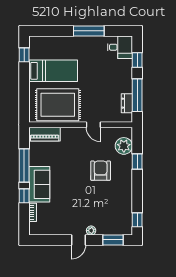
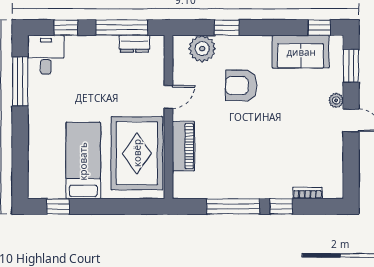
window: (89, 31) -> (20, 81), moved
piano: (45, 134) -> (183, 146), moved
sofa: (39, 184) -> (301, 52), moved, turned 180

